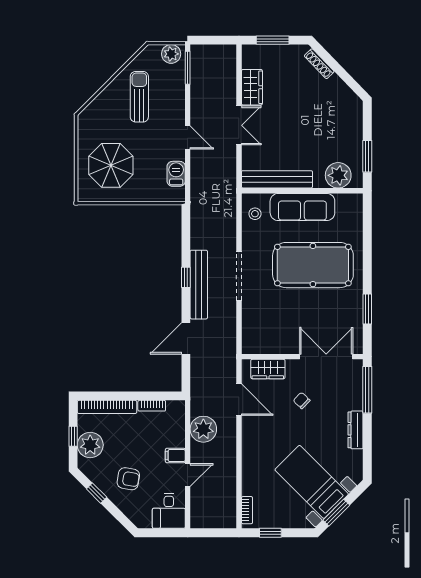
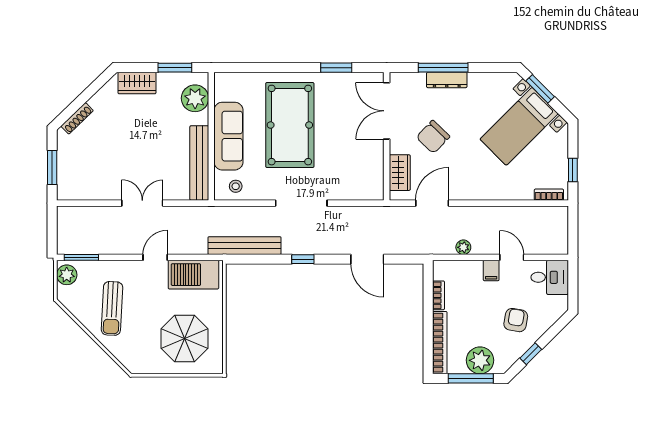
wardrobe: (252, 87) -> (137, 83), moved, turned 180
sun lounger: (139, 97) -> (112, 308), turned -87
barbecue: (176, 174) -> (193, 275), width x1.88, depth x1.53
bench: (199, 285) -> (244, 246), moved
window: (367, 390) -> (443, 68), moved
chair: (302, 401) -> (433, 137), width x1.87, depth x1.87
plant: (203, 429) -> (463, 247), width x0.53, depth x0.53
dresser: (356, 430) -> (447, 80), moved
window: (73, 436) -> (471, 378), width x2.17
window: (336, 513) -> (540, 89), moved

